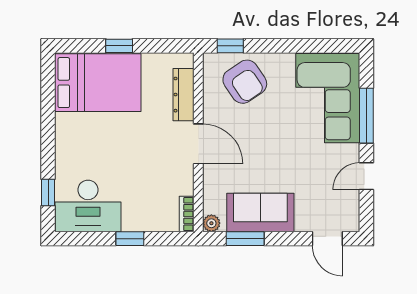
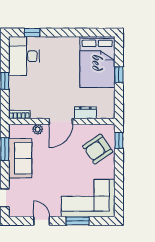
dresser: (184, 95) -> (85, 113), width x0.70
window: (366, 116) -> (78, 221), width x0.69
plant: (211, 223) -> (38, 129), moved

